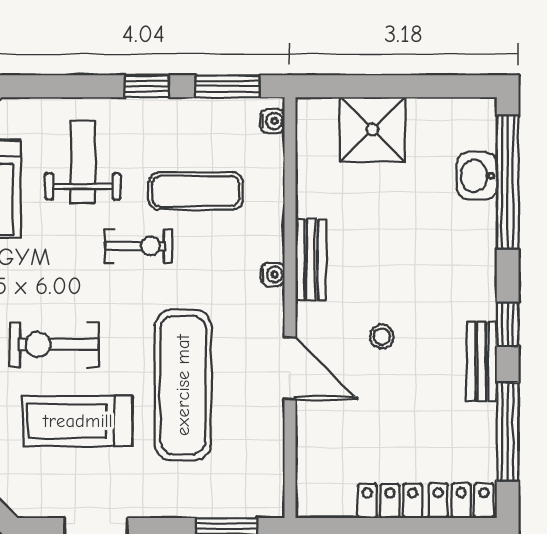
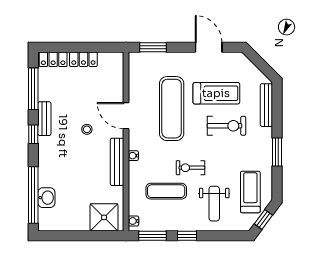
shower: (372, 129) -> (104, 217), moved
bench: (311, 260) -> (117, 162), width x1.36

